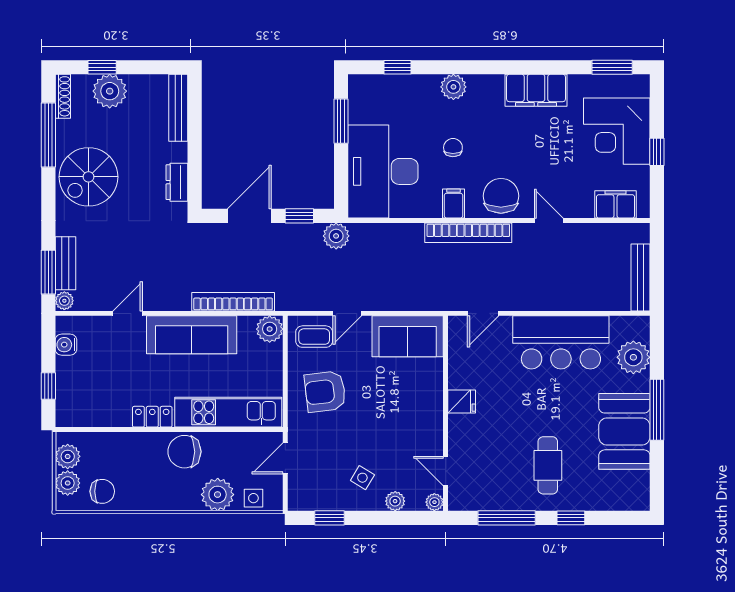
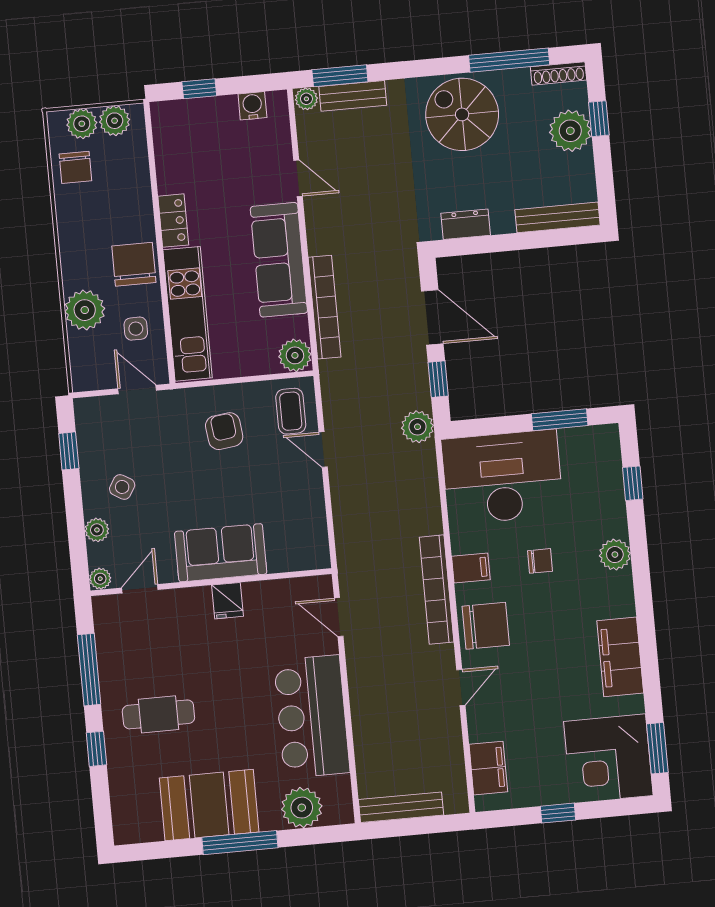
corner desk: (617, 131) -> (608, 758), moved, turned -90
sofa: (408, 336) -> (221, 553), moved, turned 90
armchair: (325, 392) -> (224, 431), width x0.72, depth x0.72
side table: (253, 498) -> (136, 329), moved

